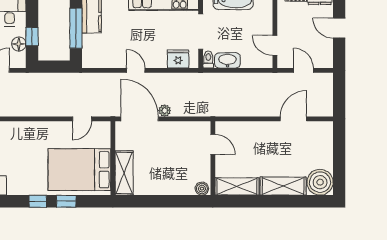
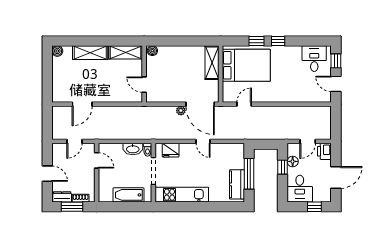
door: (304, 70) -> (75, 141), hinge flipped
boiler: (320, 182) -> (57, 51), width x0.54, depth x0.54

